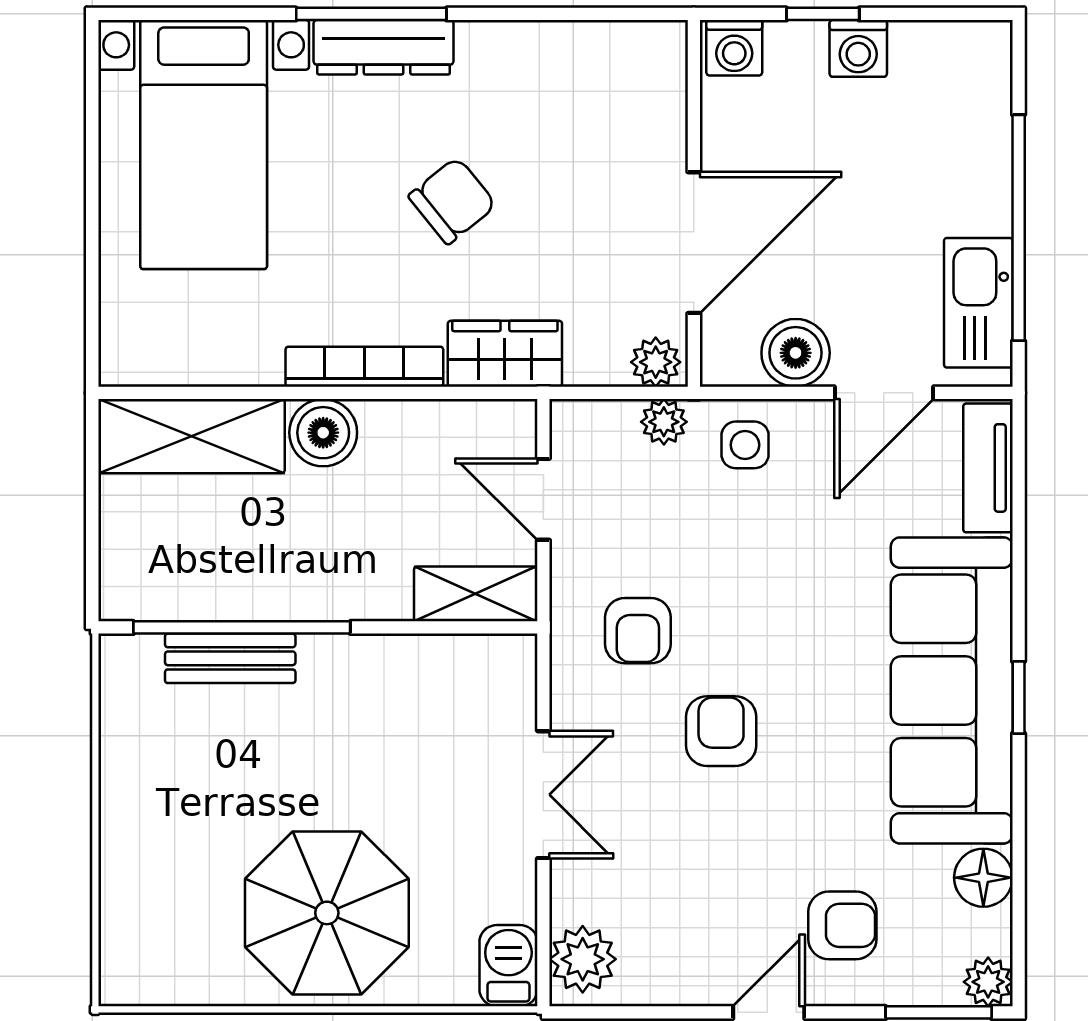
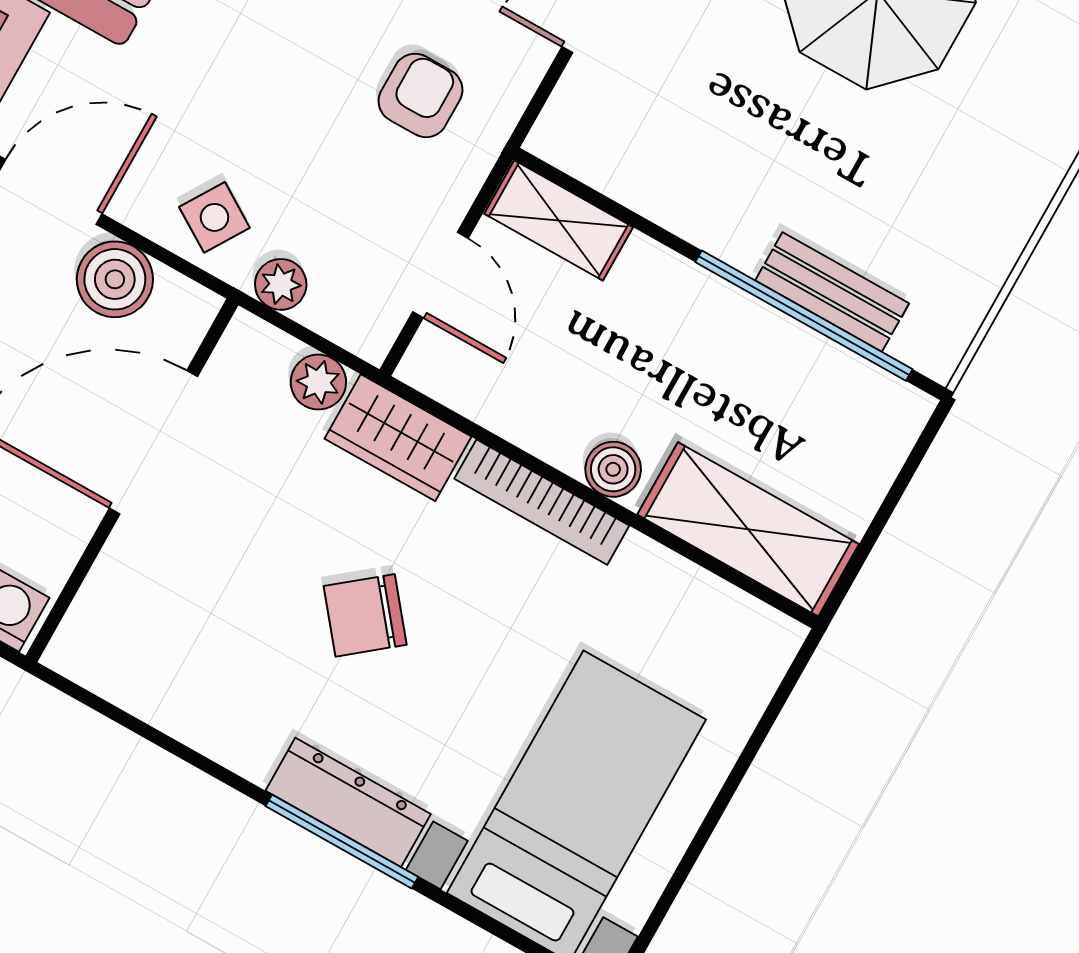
plant: (656, 362) -> (318, 382), moved
boiler: (323, 433) -> (613, 469), width x0.73, depth x0.73
side table: (745, 445) -> (214, 217), turned 32

